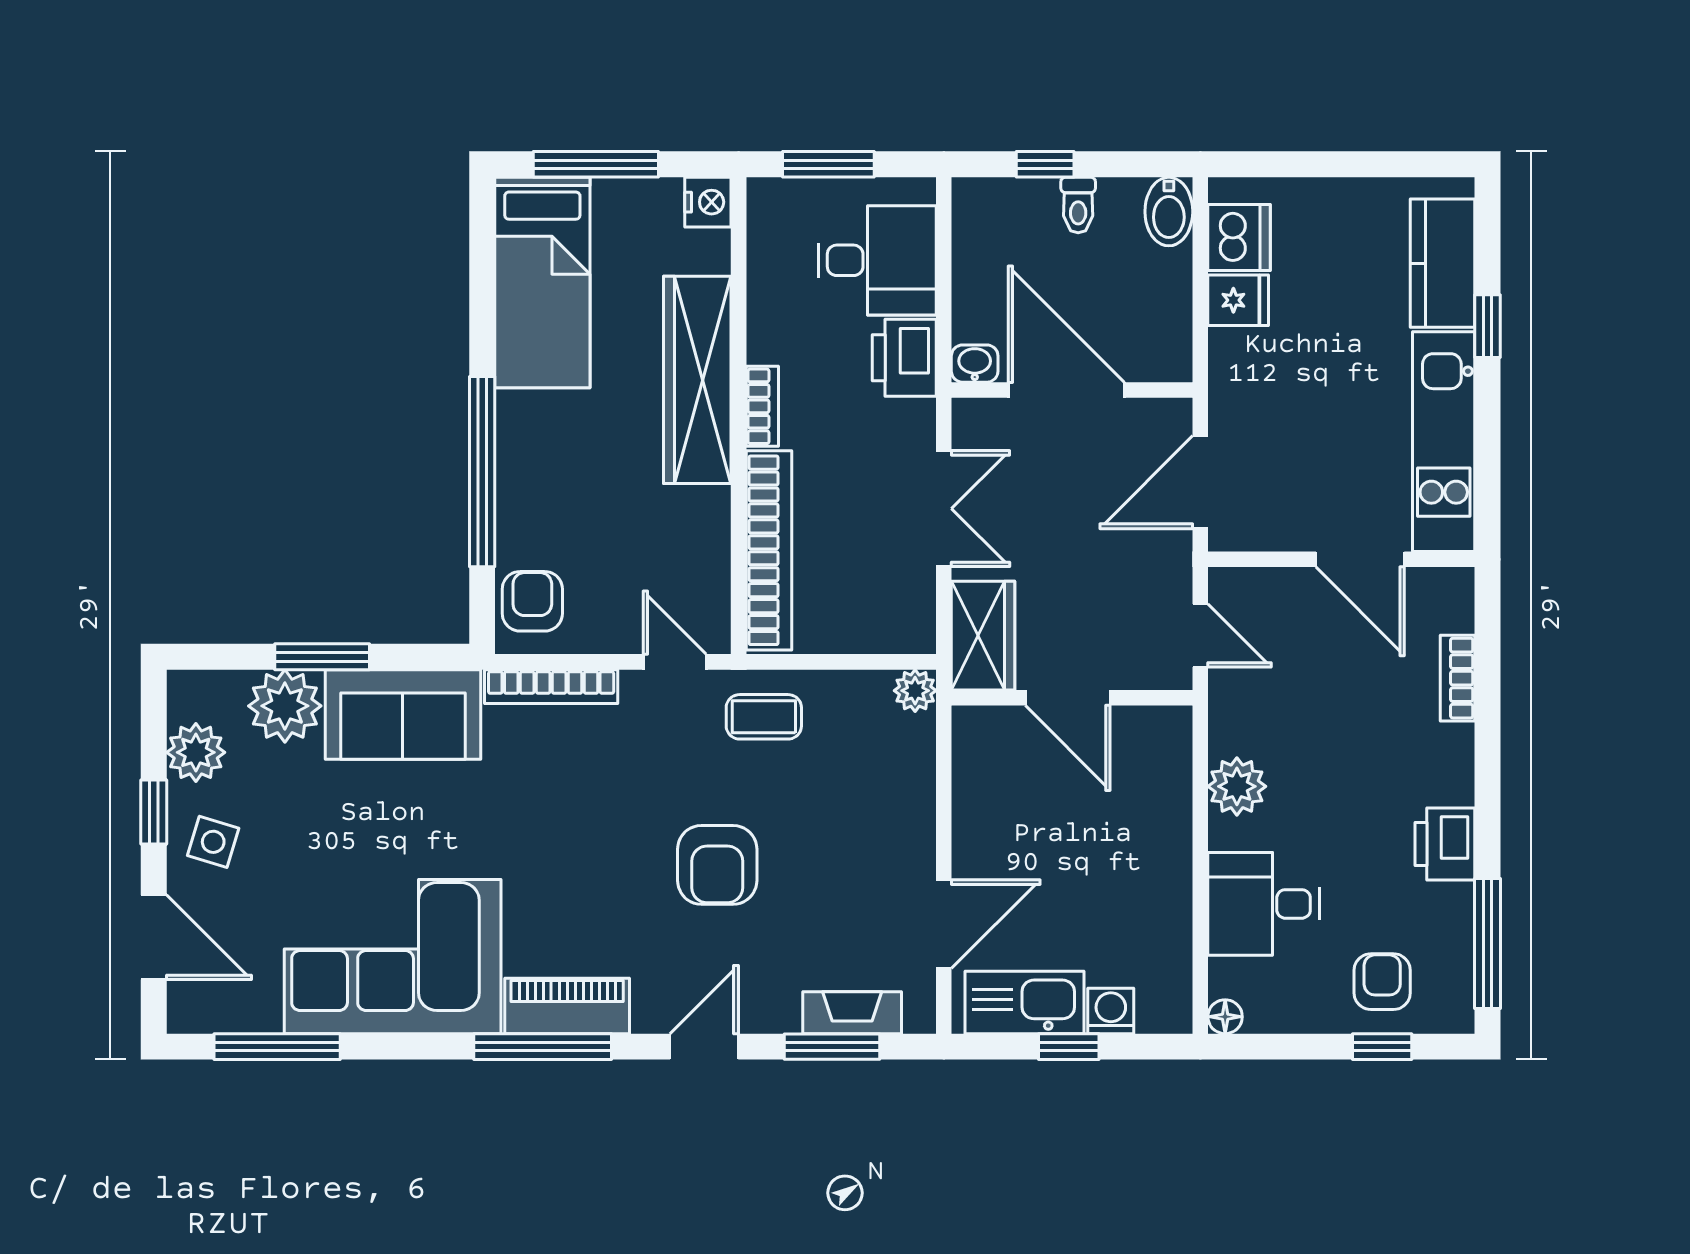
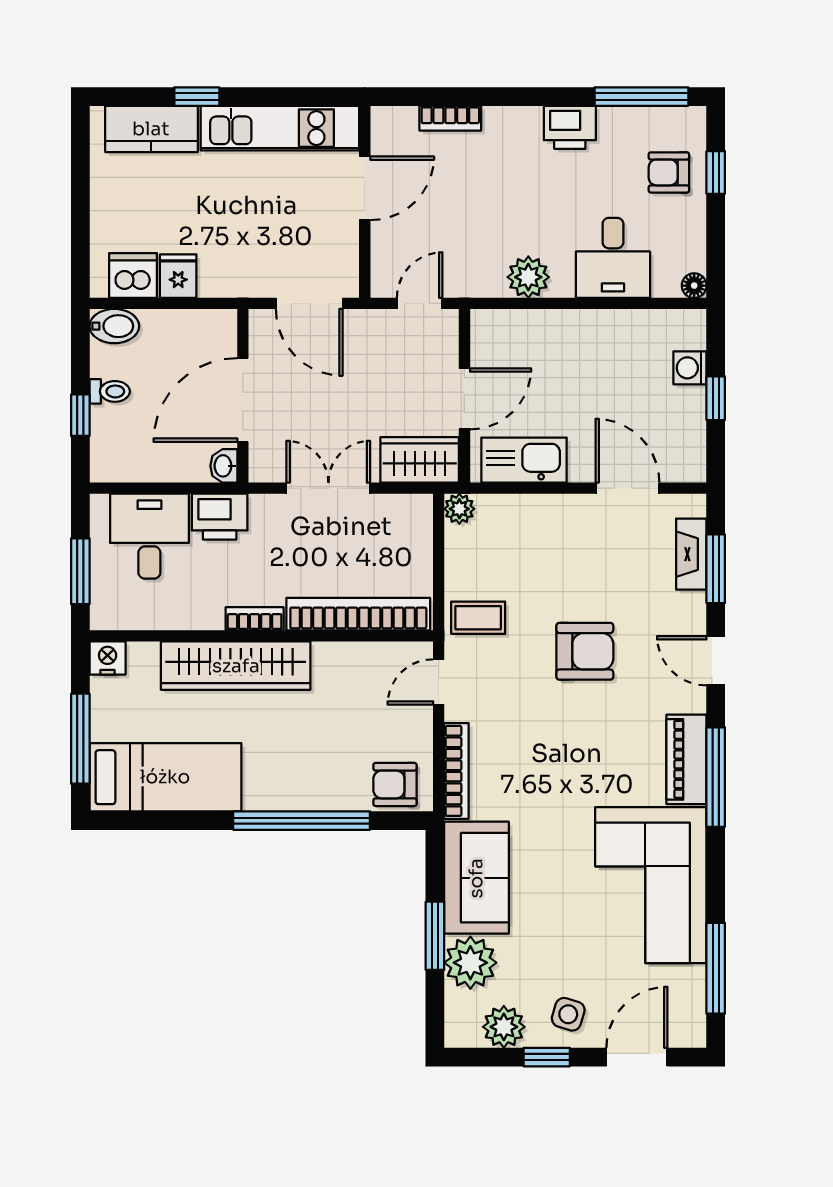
coffee table: (764, 717) -> (478, 618), turned 90
kitchen sink: (1024, 1003) -> (524, 460), moved, turned 90

